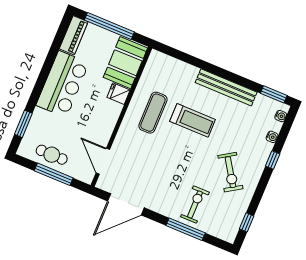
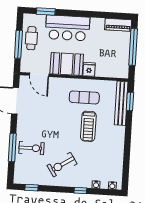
booth: (125, 63) -> (67, 64), moved
bar counter: (63, 84) -> (68, 28), moved
bench: (226, 87) -> (121, 103), moved
window: (274, 94) -> (130, 101), moved
door: (103, 161) -> (39, 75), swing flipped

